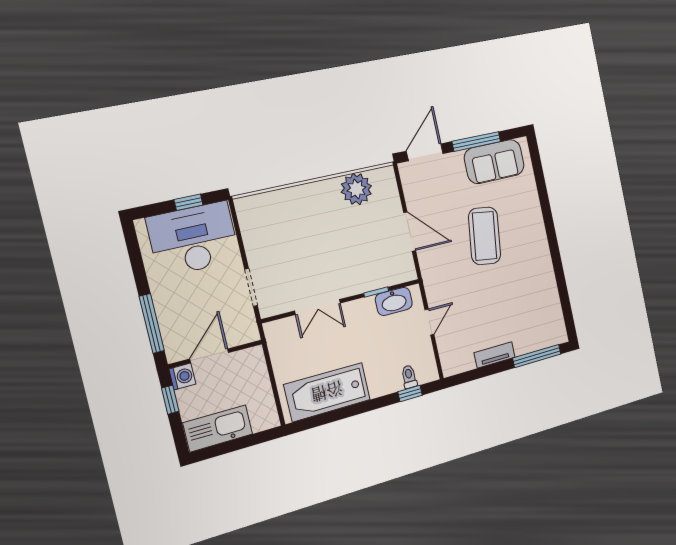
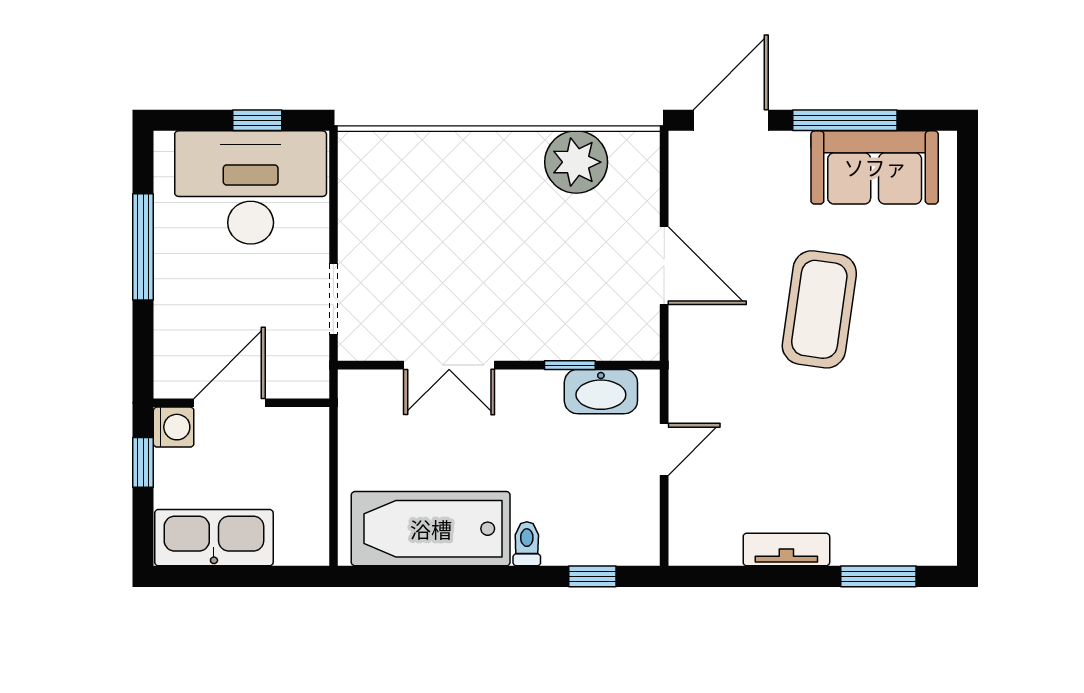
window: (152, 323) -> (143, 247), moved
window: (537, 356) -> (878, 576), width x0.69
toilet: (409, 377) -> (527, 544), moved

